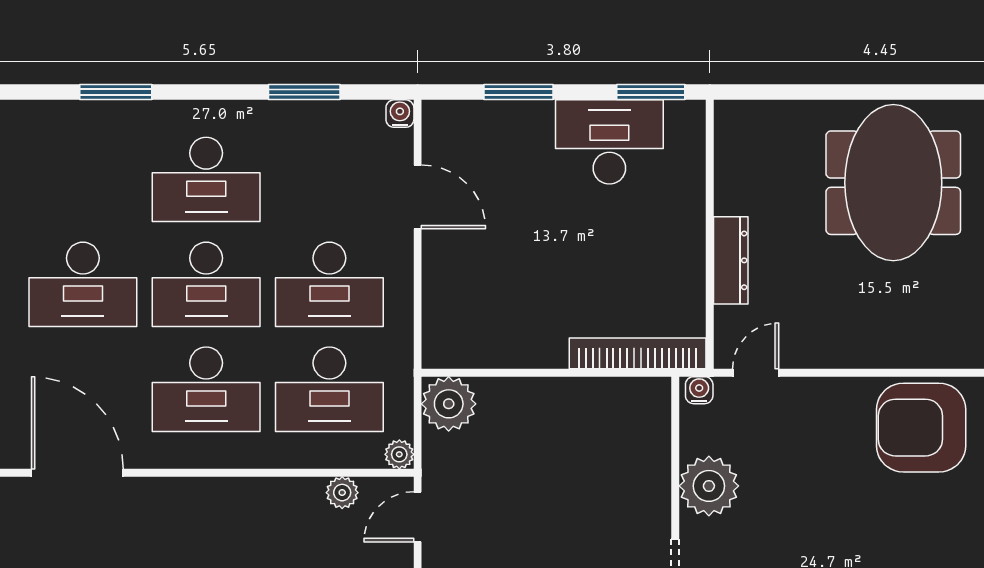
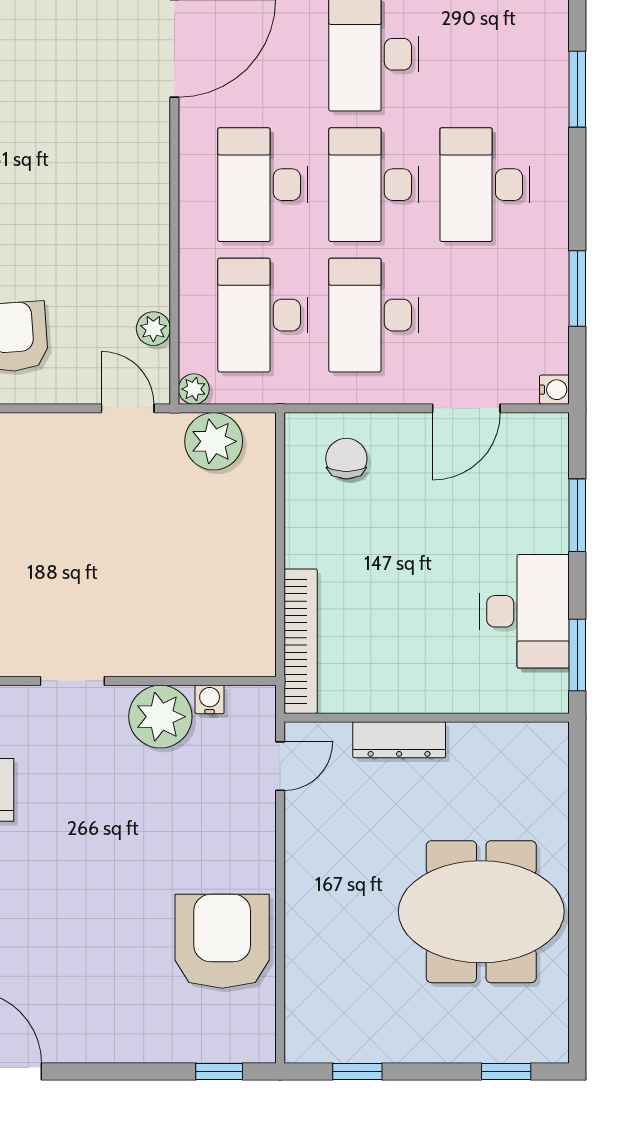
chair: (465, 310) -> (346, 459), added
door: (756, 373) -> (280, 766), hinge flipped
water cooler: (699, 390) -> (210, 699), moved, turned -90
plant: (449, 404) -> (214, 441), moved

